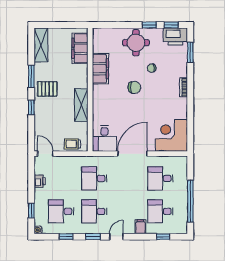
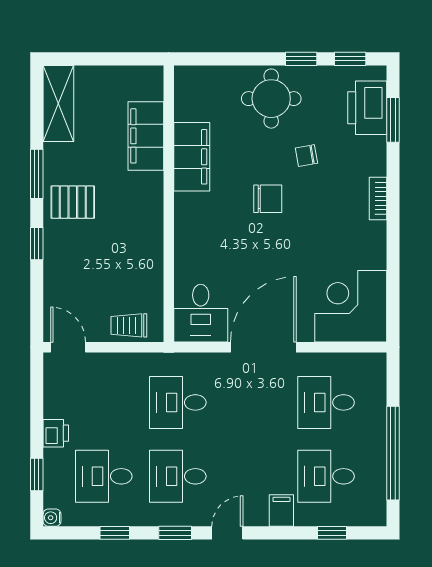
printer: (175, 36) -> (367, 108), moved, turned 90
filing cabinet: (80, 48) -> (146, 136), moved
shelving: (81, 105) -> (149, 238), removed
printer: (40, 181) -> (56, 433), moved

